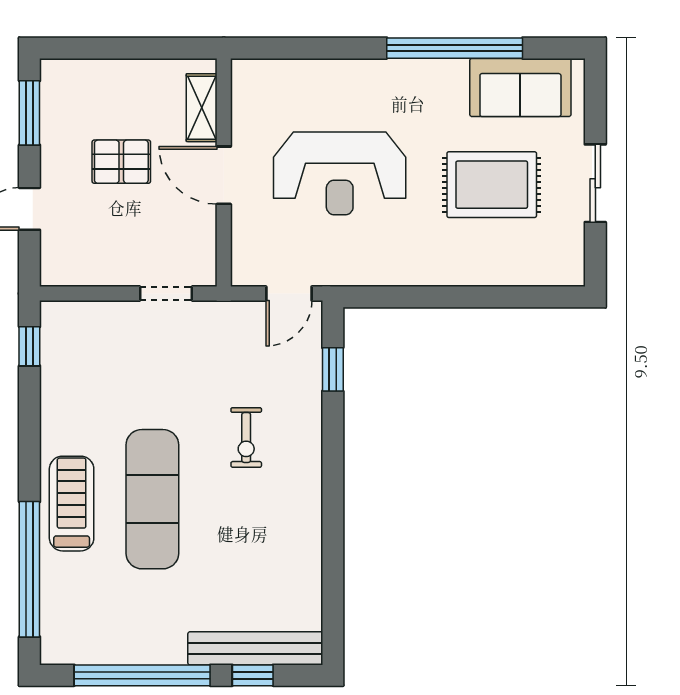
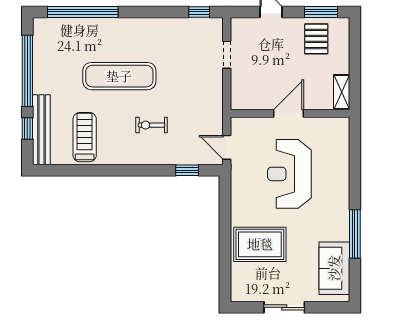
window: (455, 48) -> (355, 234), width x0.68
shelving: (202, 108) -> (342, 92), moved, turned 90
pallet: (121, 162) -> (316, 39), moved
rug: (492, 185) -> (260, 244), moved, turned 90
doorway: (166, 293) -> (227, 55), moved
treadmill: (72, 504) -> (85, 137), moved, turned -90

